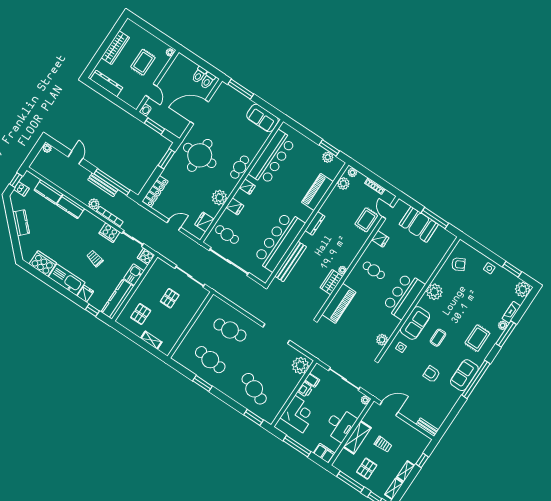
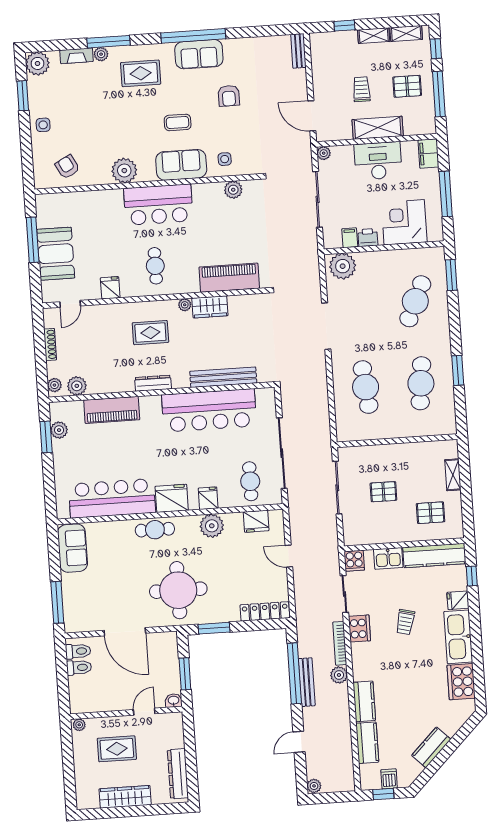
fridge: (247, 187) -> (172, 498), width x1.88, depth x1.34
rug: (366, 220) -> (150, 333), moved

